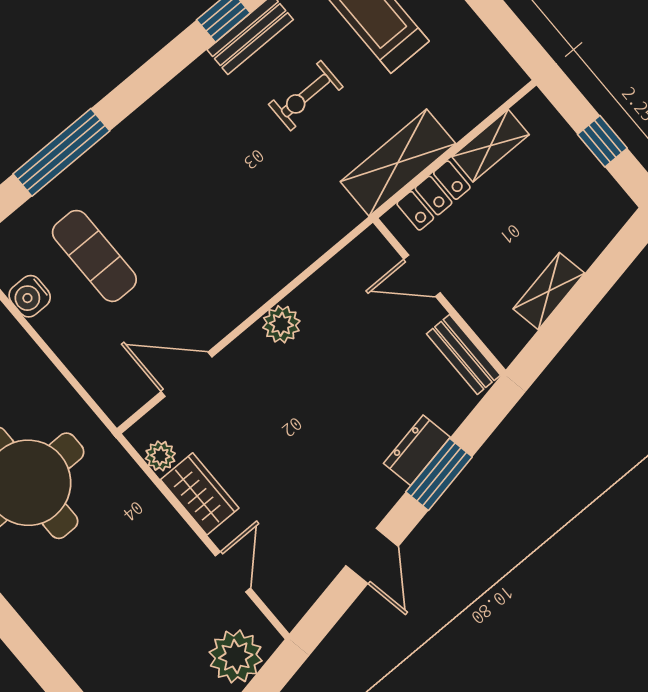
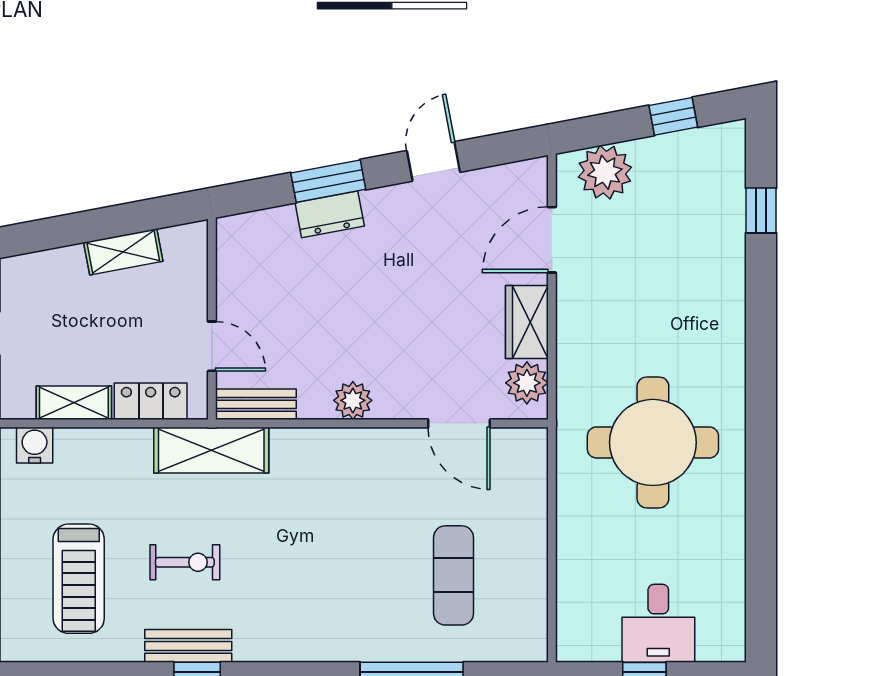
shelving: (398, 163) -> (211, 450), moved
water cooler: (30, 296) -> (35, 445), moved, turned -90
bench: (463, 354) -> (256, 404), moved, turned 90
plant: (160, 456) -> (527, 383), width x1.38, depth x1.38
door: (233, 572) -> (552, 240), width x1.38

